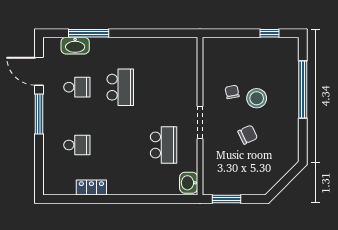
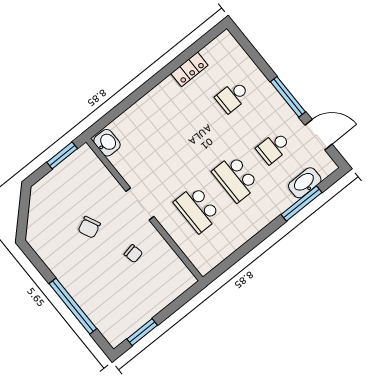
window: (269, 33) -> (142, 332), width x1.50
stool: (257, 98) -> (107, 266), removed
school desk: (164, 145) -> (197, 209), moved

